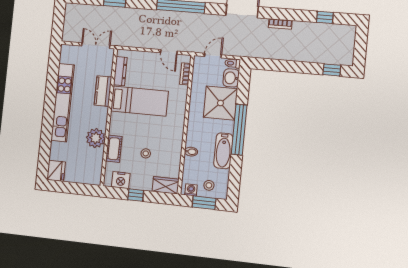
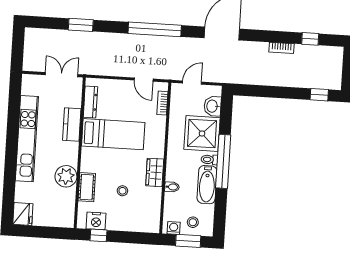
bookcase: (280, 24) -> (281, 48), moved
toilet: (233, 63) -> (209, 160), moved
wardrobe: (166, 185) -> (155, 172), moved, turned -90
window: (136, 195) -> (98, 235), moved

